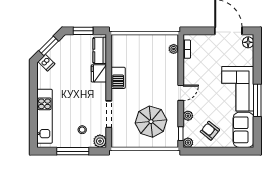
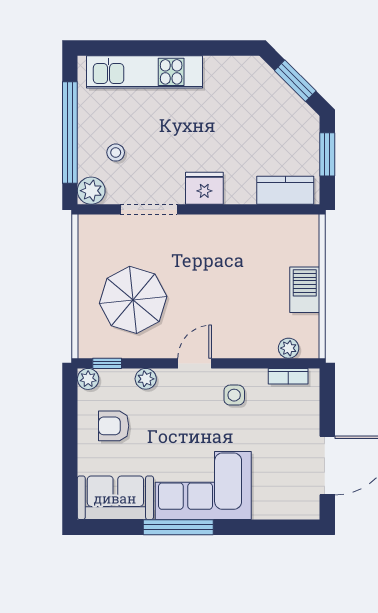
floor lamp: (248, 42) -> (303, 508), removed
dishwasher: (46, 63) -> (259, 76), removed
fridge: (99, 73) -> (204, 188), moved
side table: (195, 74) -> (234, 395), added
barbecue: (118, 78) -> (305, 290), moved, turned 90
door: (181, 93) -> (195, 363), swing flipped
armchair: (210, 131) -> (114, 426), turned -129
window: (73, 151) -> (70, 133), width x1.46

